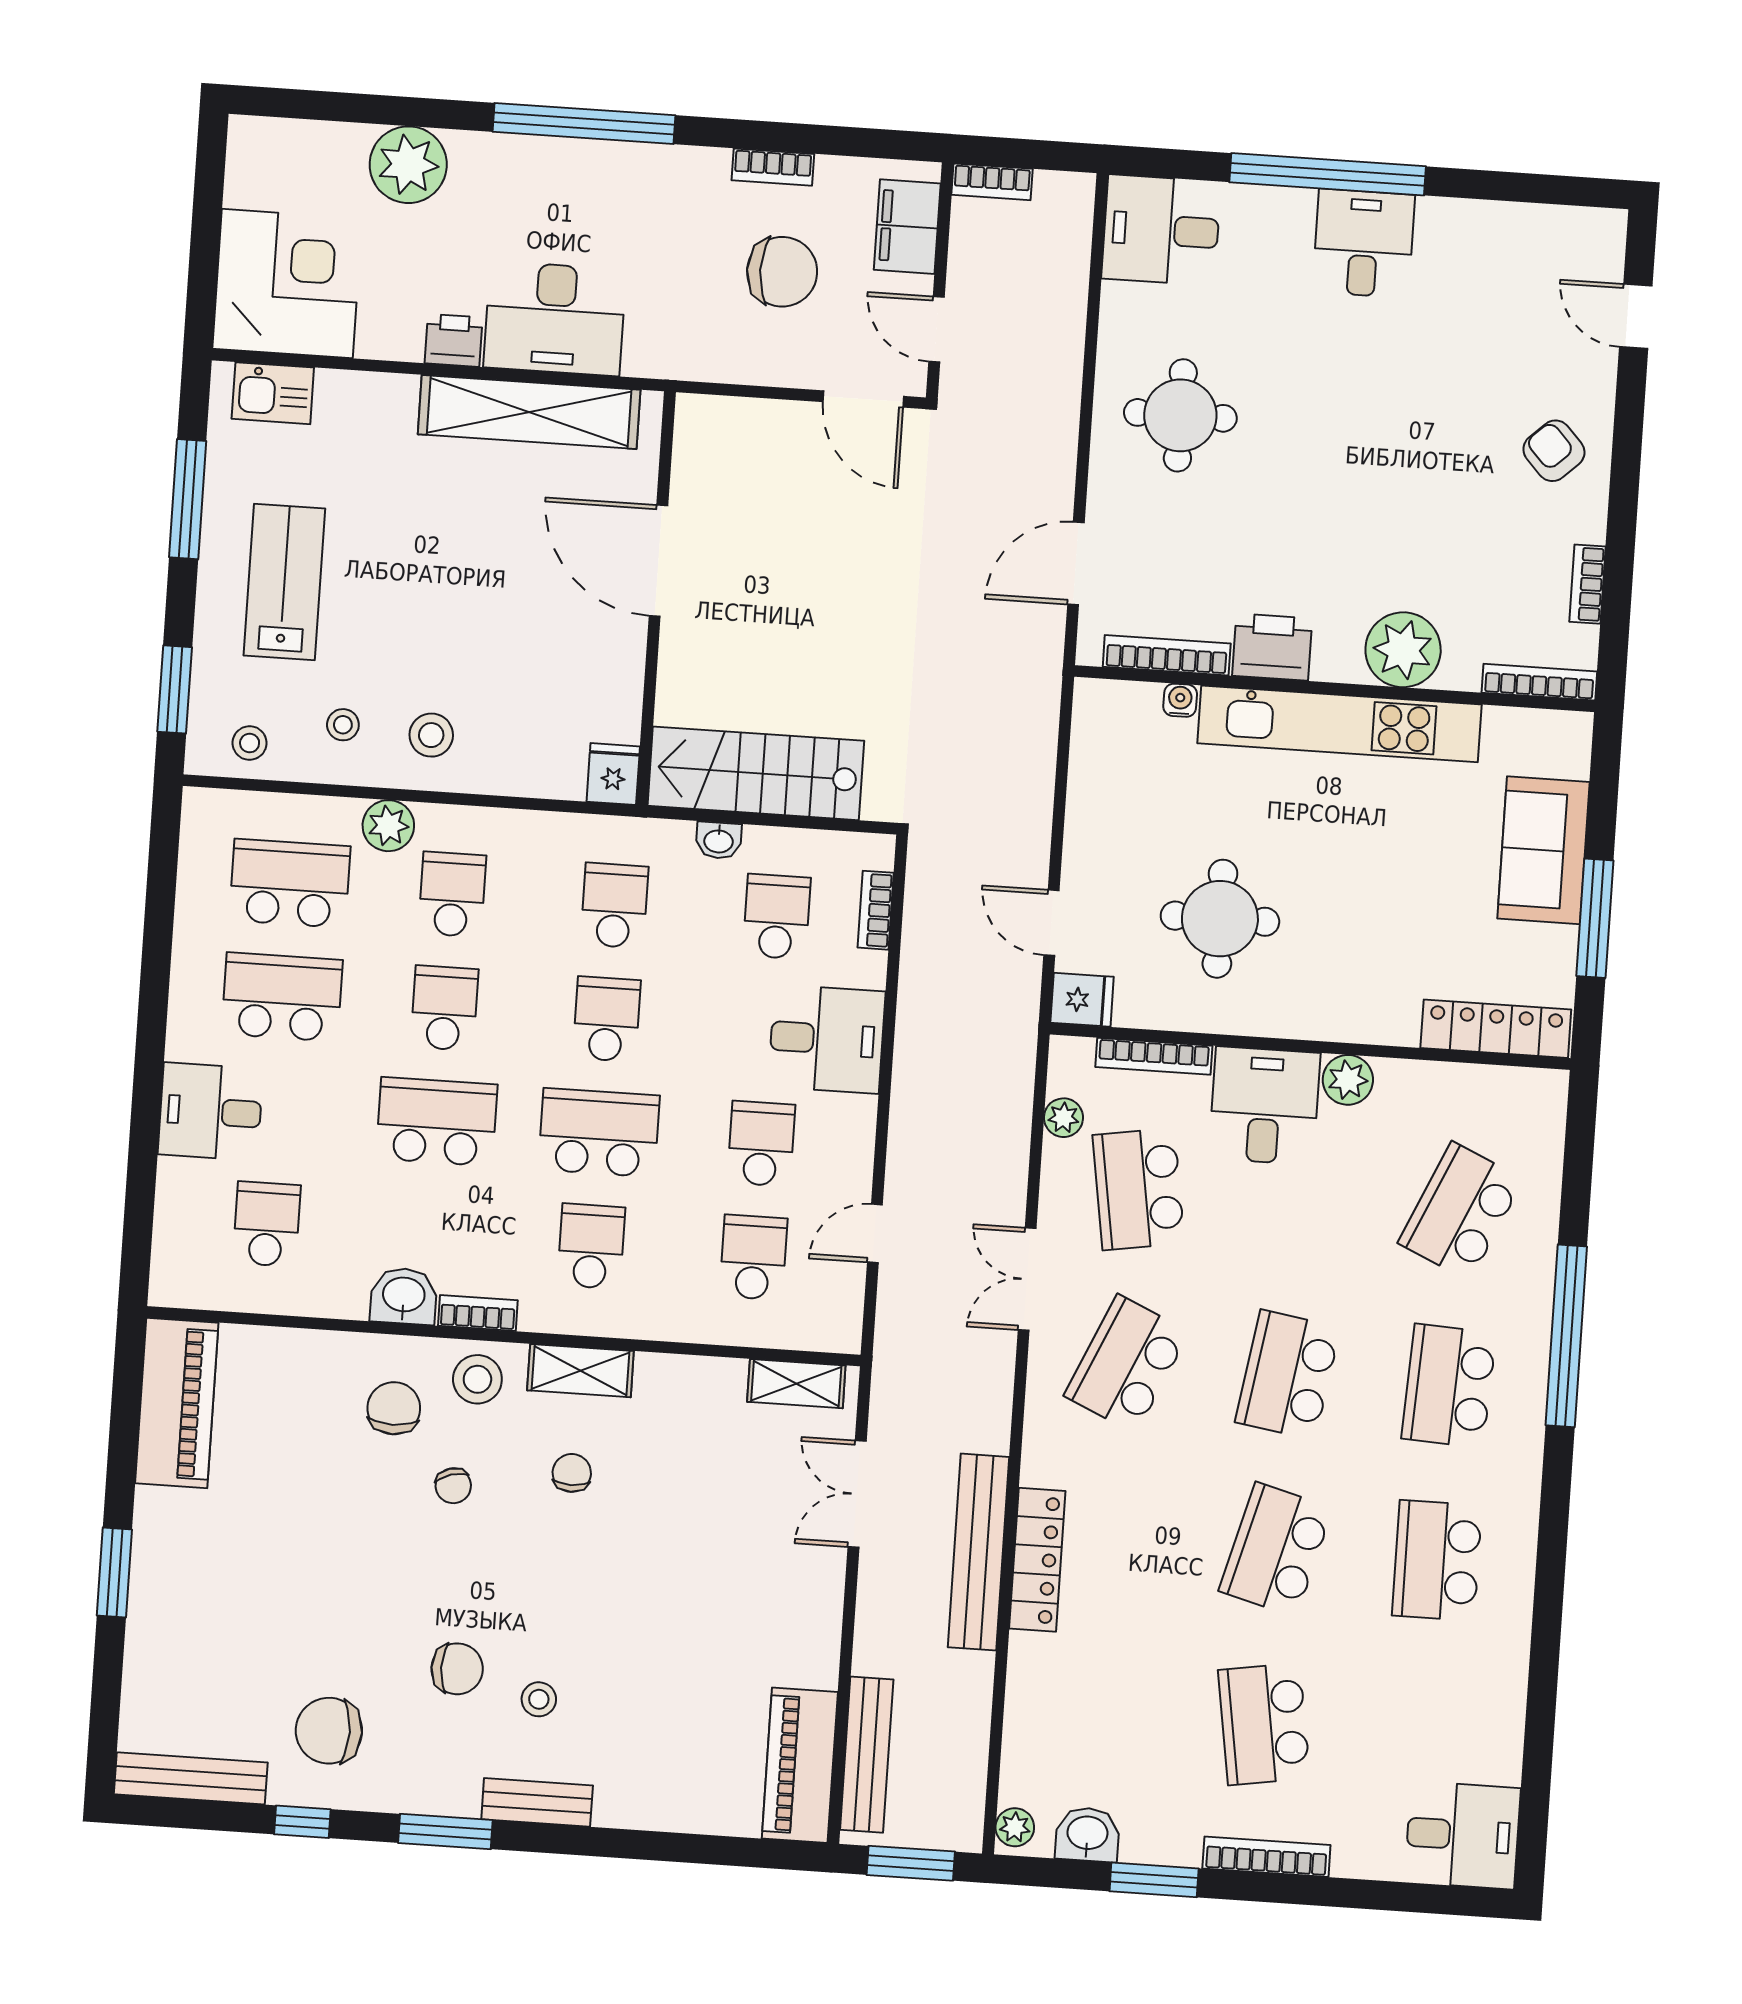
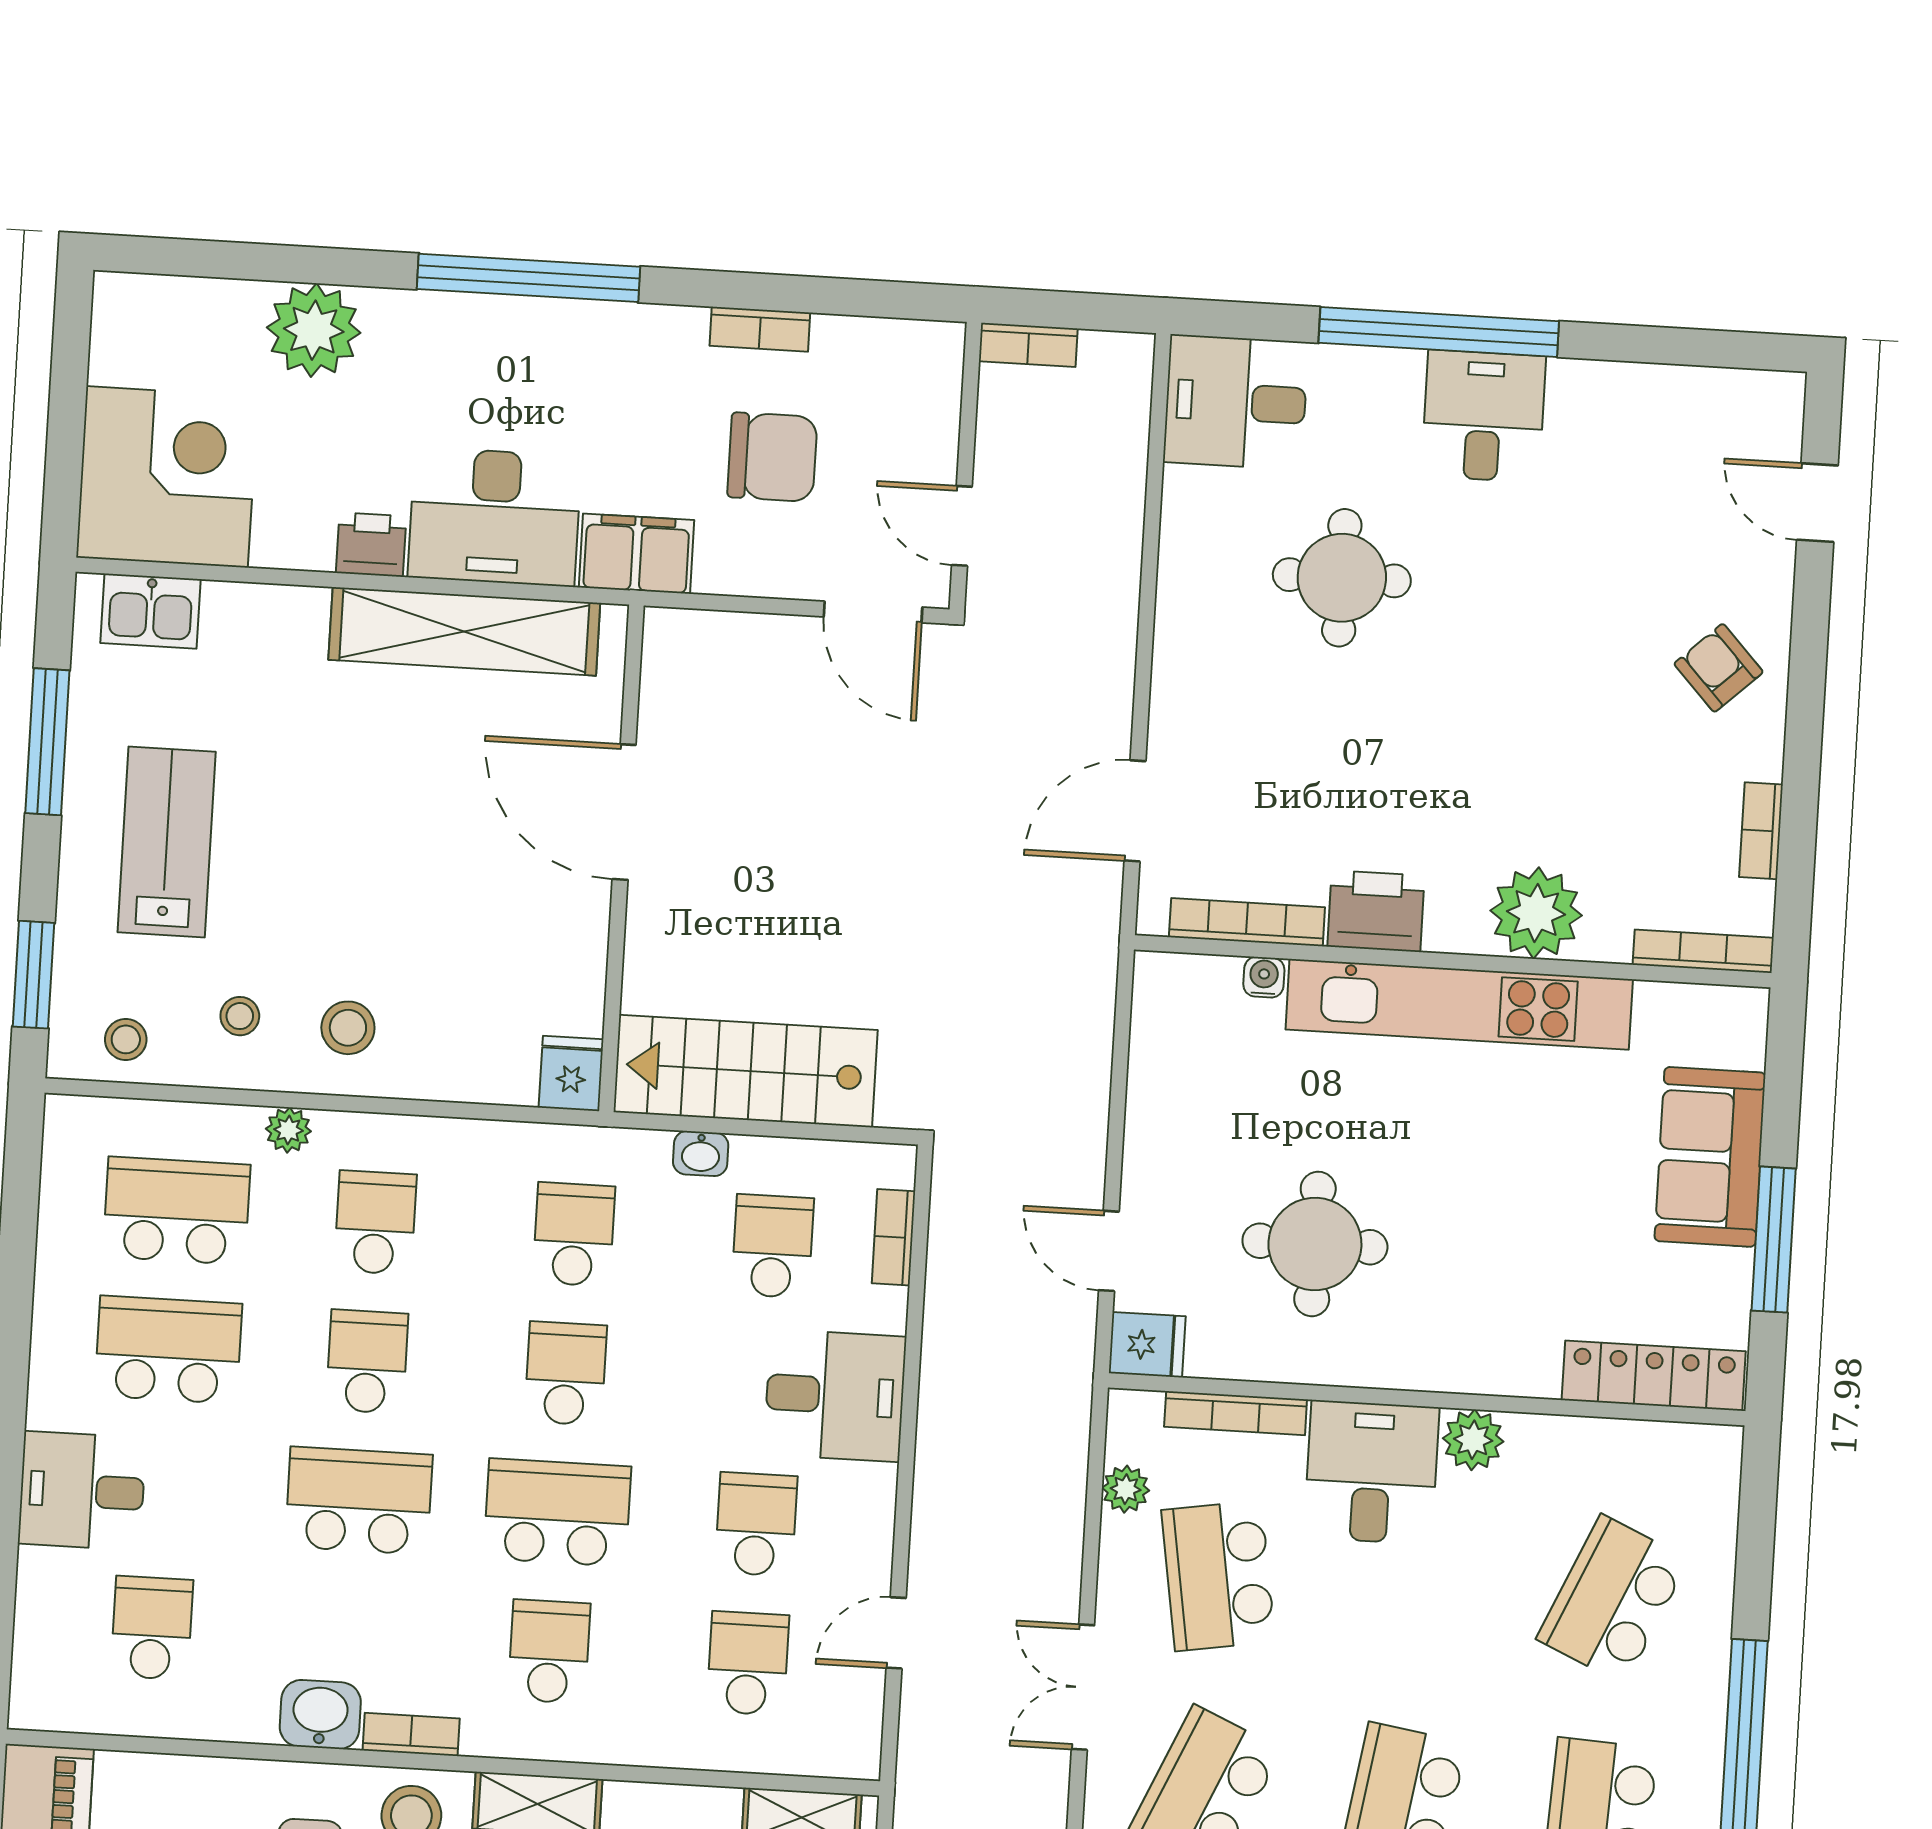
filing cabinet: (907, 227) -> (637, 554), moved, turned 90
round table: (1180, 415) -> (1342, 578), moved
plant: (388, 826) -> (288, 1130), width x0.73, depth x0.73

